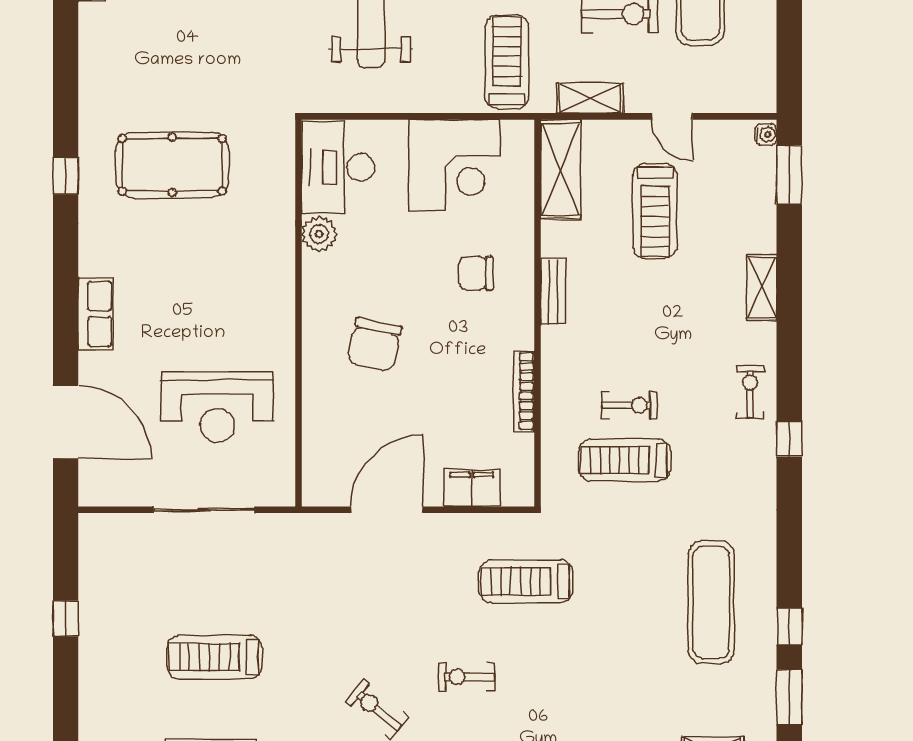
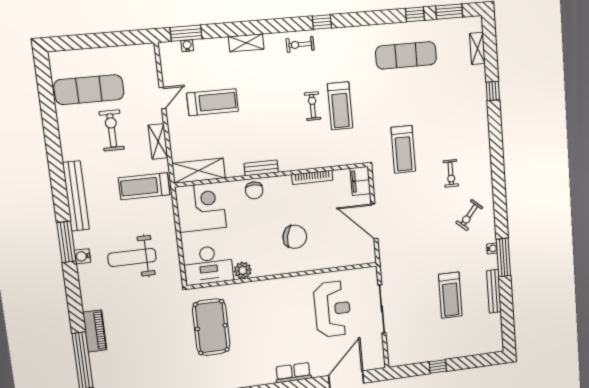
water cooler: (766, 135) -> (187, 46), moved
pool table: (172, 165) -> (211, 327), moved
shelving: (561, 169) -> (199, 171), moved
bench: (553, 292) -> (261, 168), moved
wall: (538, 313) -> (273, 175), moved
bookcase: (524, 391) -> (312, 177), moved

